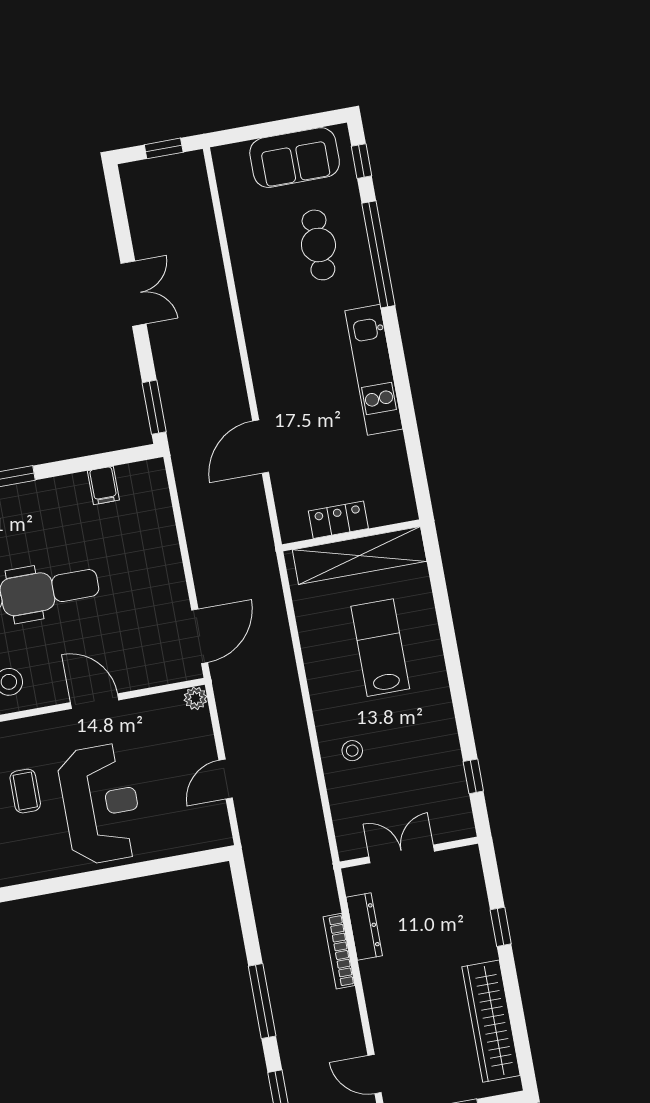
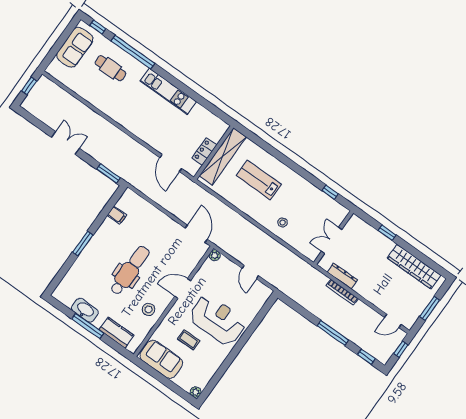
door: (261, 447) -> (171, 163), moved

